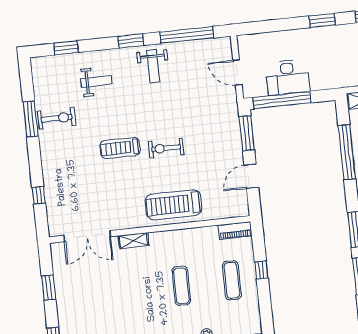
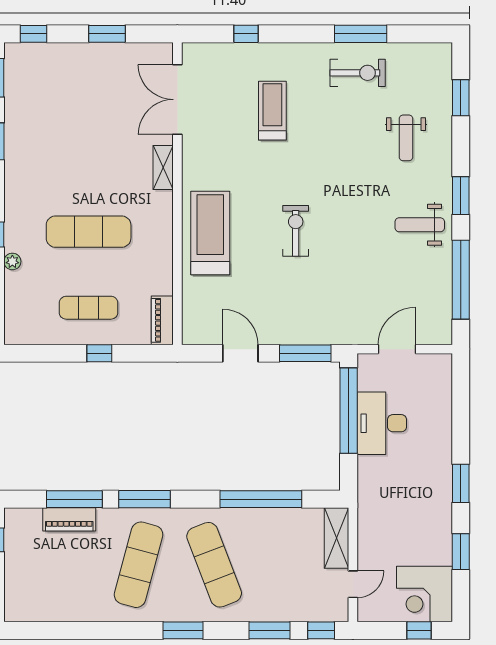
exercise bike: (57, 118) -> (358, 73), turned -90
treadmill: (120, 148) -> (272, 111), moved
exercise mat: (181, 286) -> (89, 232), width x1.36, depth x1.45

